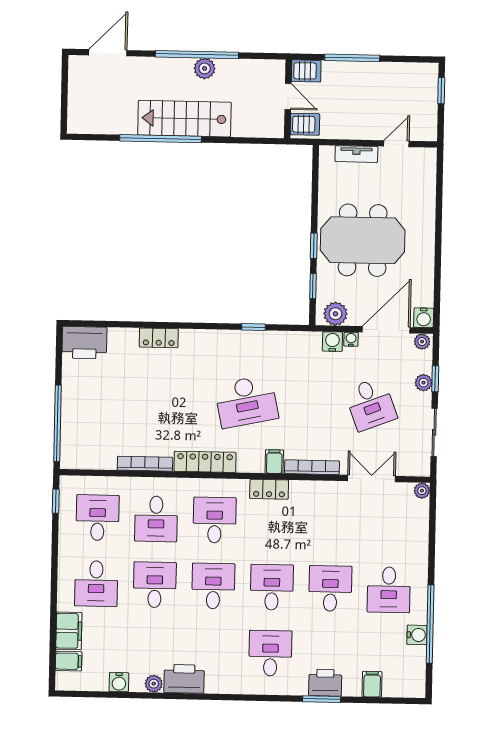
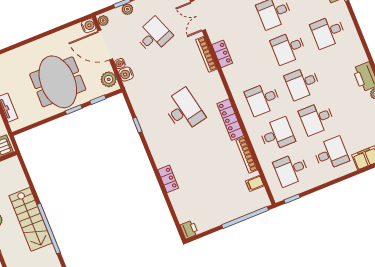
printer: (84, 343) -> (189, 230), width x0.53, depth x0.68
filing cabinet: (274, 462) -> (255, 183), moved
locker: (269, 489) -> (222, 54), moved

